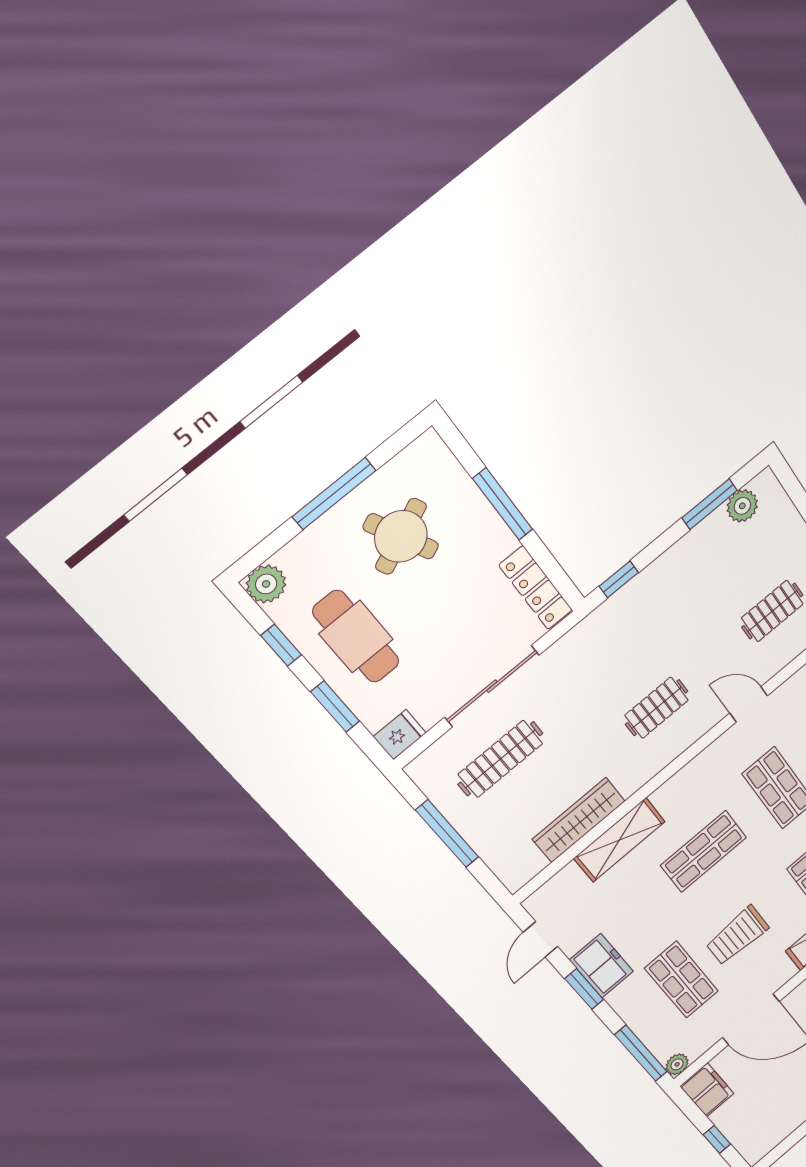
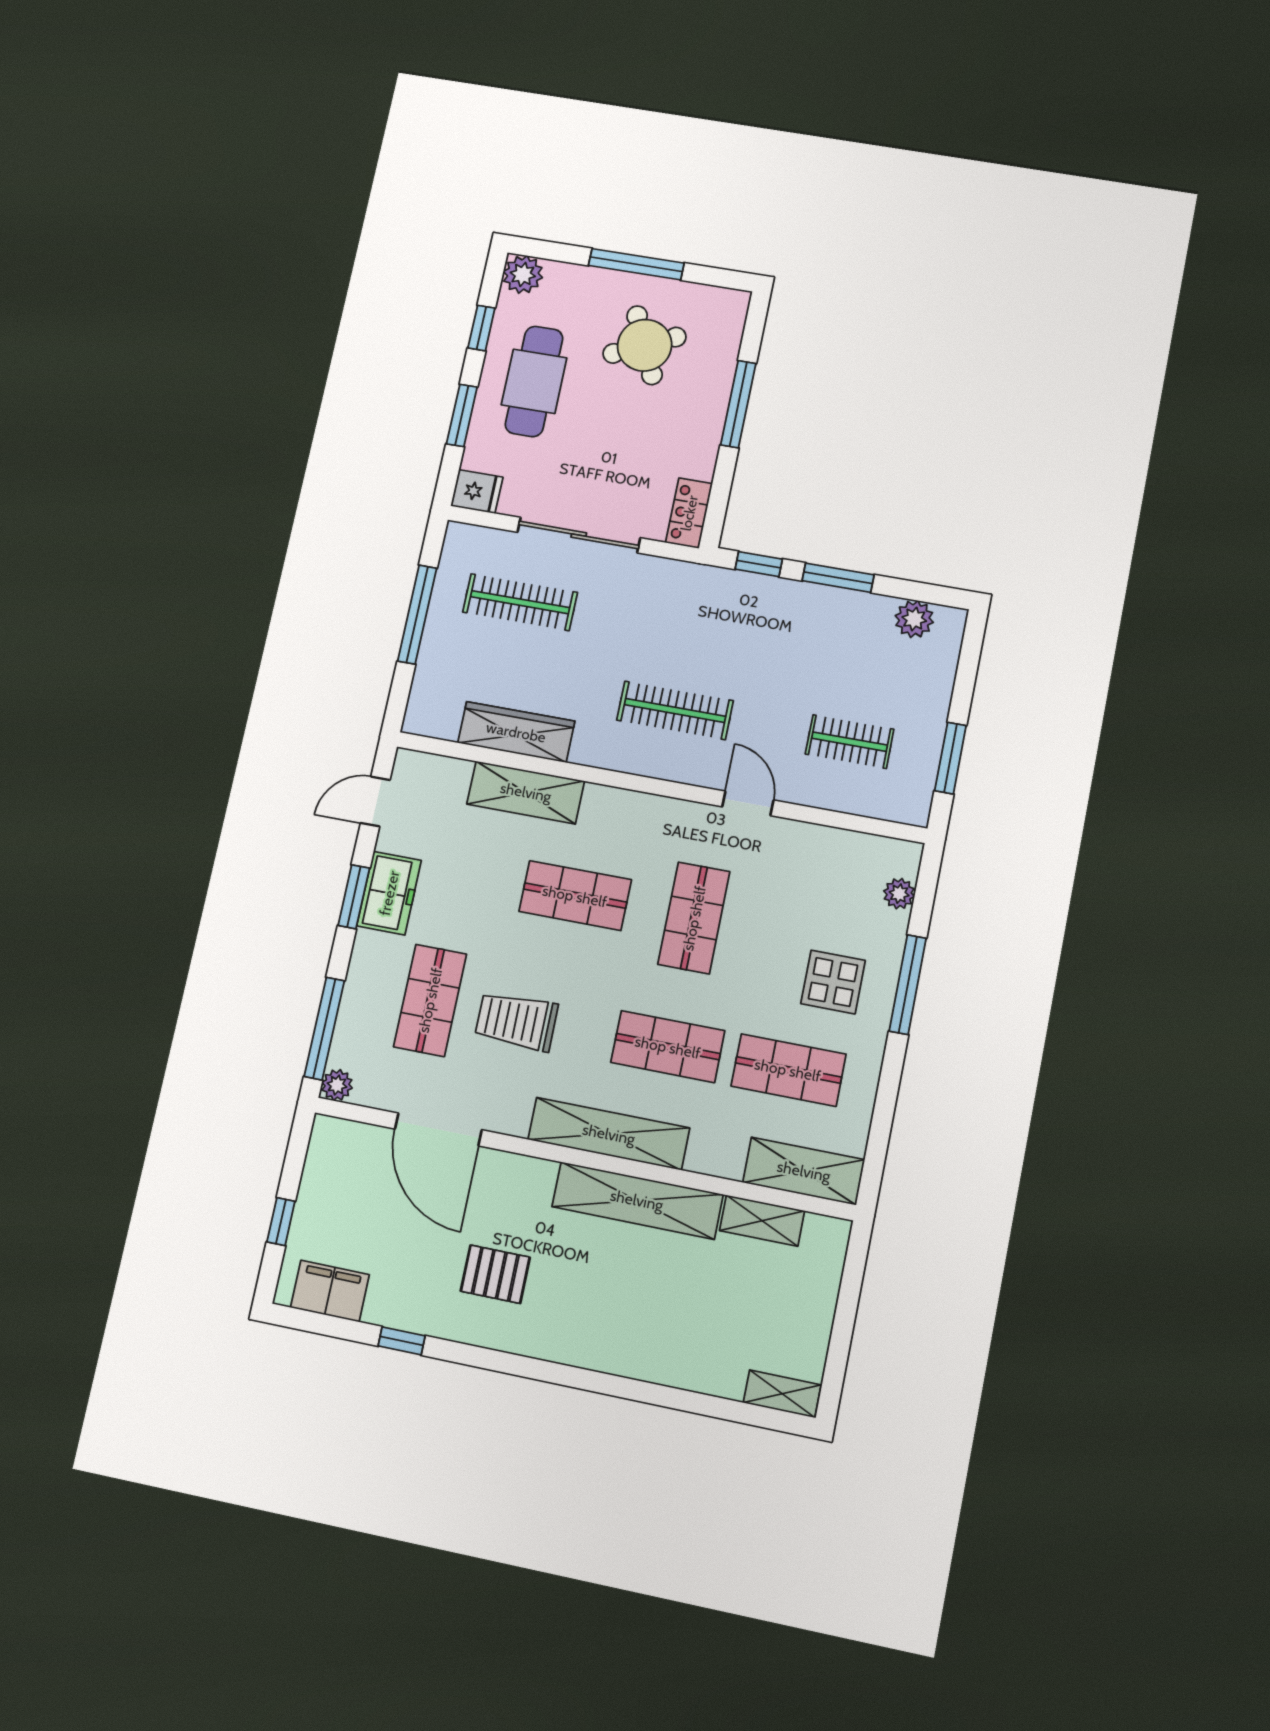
window: (710, 504) -> (838, 578), moved
locker: (536, 588) -> (689, 513), width x0.66
clothes rail: (657, 708) -> (675, 710), width x1.36
filing cabinet: (707, 1090) -> (330, 1291), moved, turned -90

